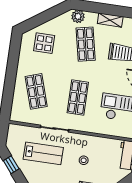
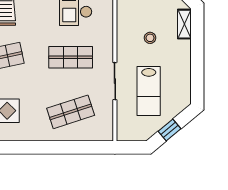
lab bench: (43, 153) -> (149, 91), turned 180

